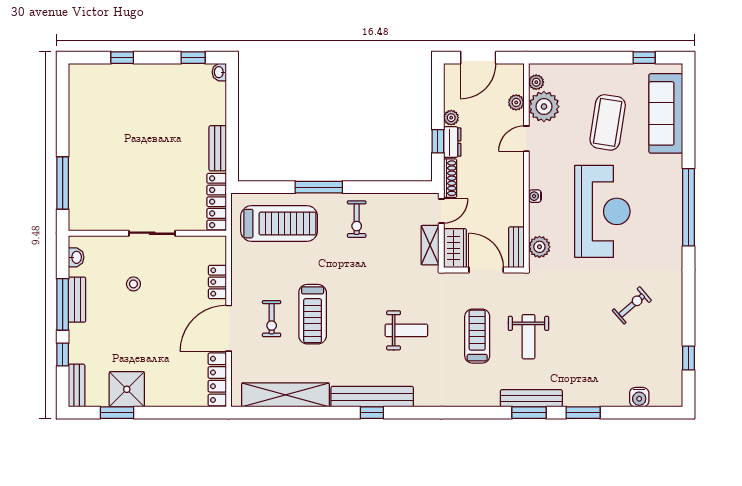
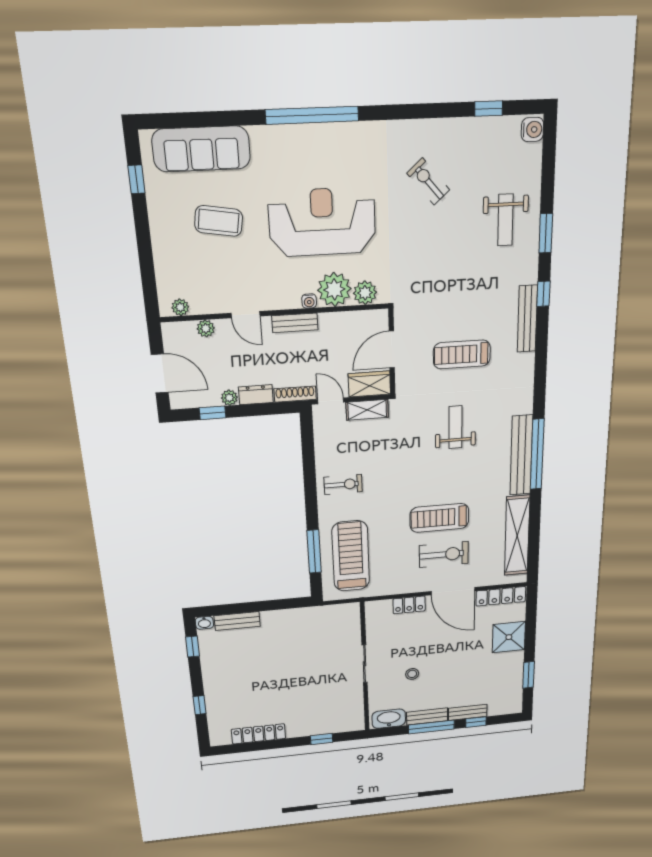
plant: (544, 107) -> (334, 289), moved
coffee table: (608, 122) -> (219, 221), width x0.73, depth x0.76
window: (438, 141) -> (213, 413), moved
bench: (218, 148) -> (237, 621), moved
window: (63, 183) -> (322, 739), width x0.46
window: (319, 187) -> (314, 551), moved
locker: (217, 202) -> (259, 734), moved, turned 180
bench: (516, 247) -> (295, 323), moved
washbasin: (76, 257) -> (389, 719), width x1.91, depth x1.45
treadmill: (313, 314) -> (439, 518), turned 180
exercise bike: (272, 319) -> (444, 554), width x1.38, depth x1.39
weight bench: (529, 337) -> (506, 220), moved, turned 90
bench: (77, 386) -> (468, 712), moved
shower: (127, 389) -> (509, 637), moved
water cooler: (639, 397) -> (532, 130), moved
bench: (531, 398) -> (527, 319), moved
window: (372, 413) -> (537, 454), width x3.17
window: (529, 413) -> (543, 294), width x0.67

